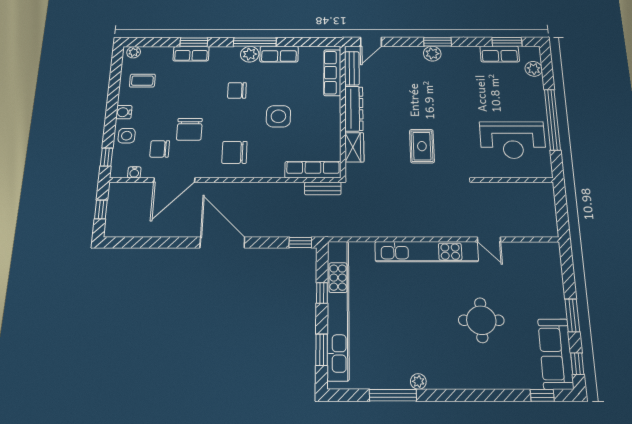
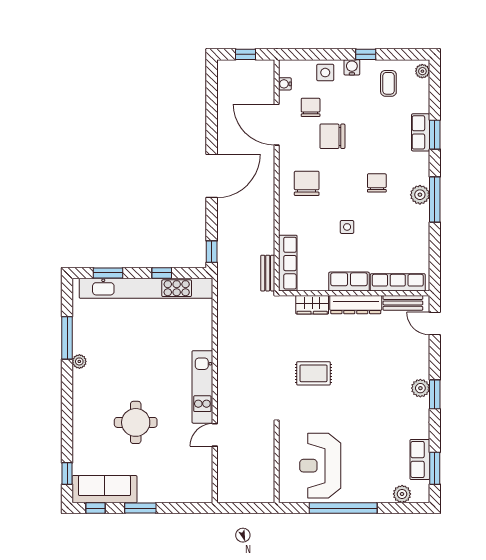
row of seats: (279, 54) -> (349, 282), moved, turned 90
side table: (278, 116) -> (347, 227), width x0.54, depth x0.54
window: (107, 157) -> (366, 54), moved
kitchen unit: (427, 252) -> (202, 387), width x0.73

